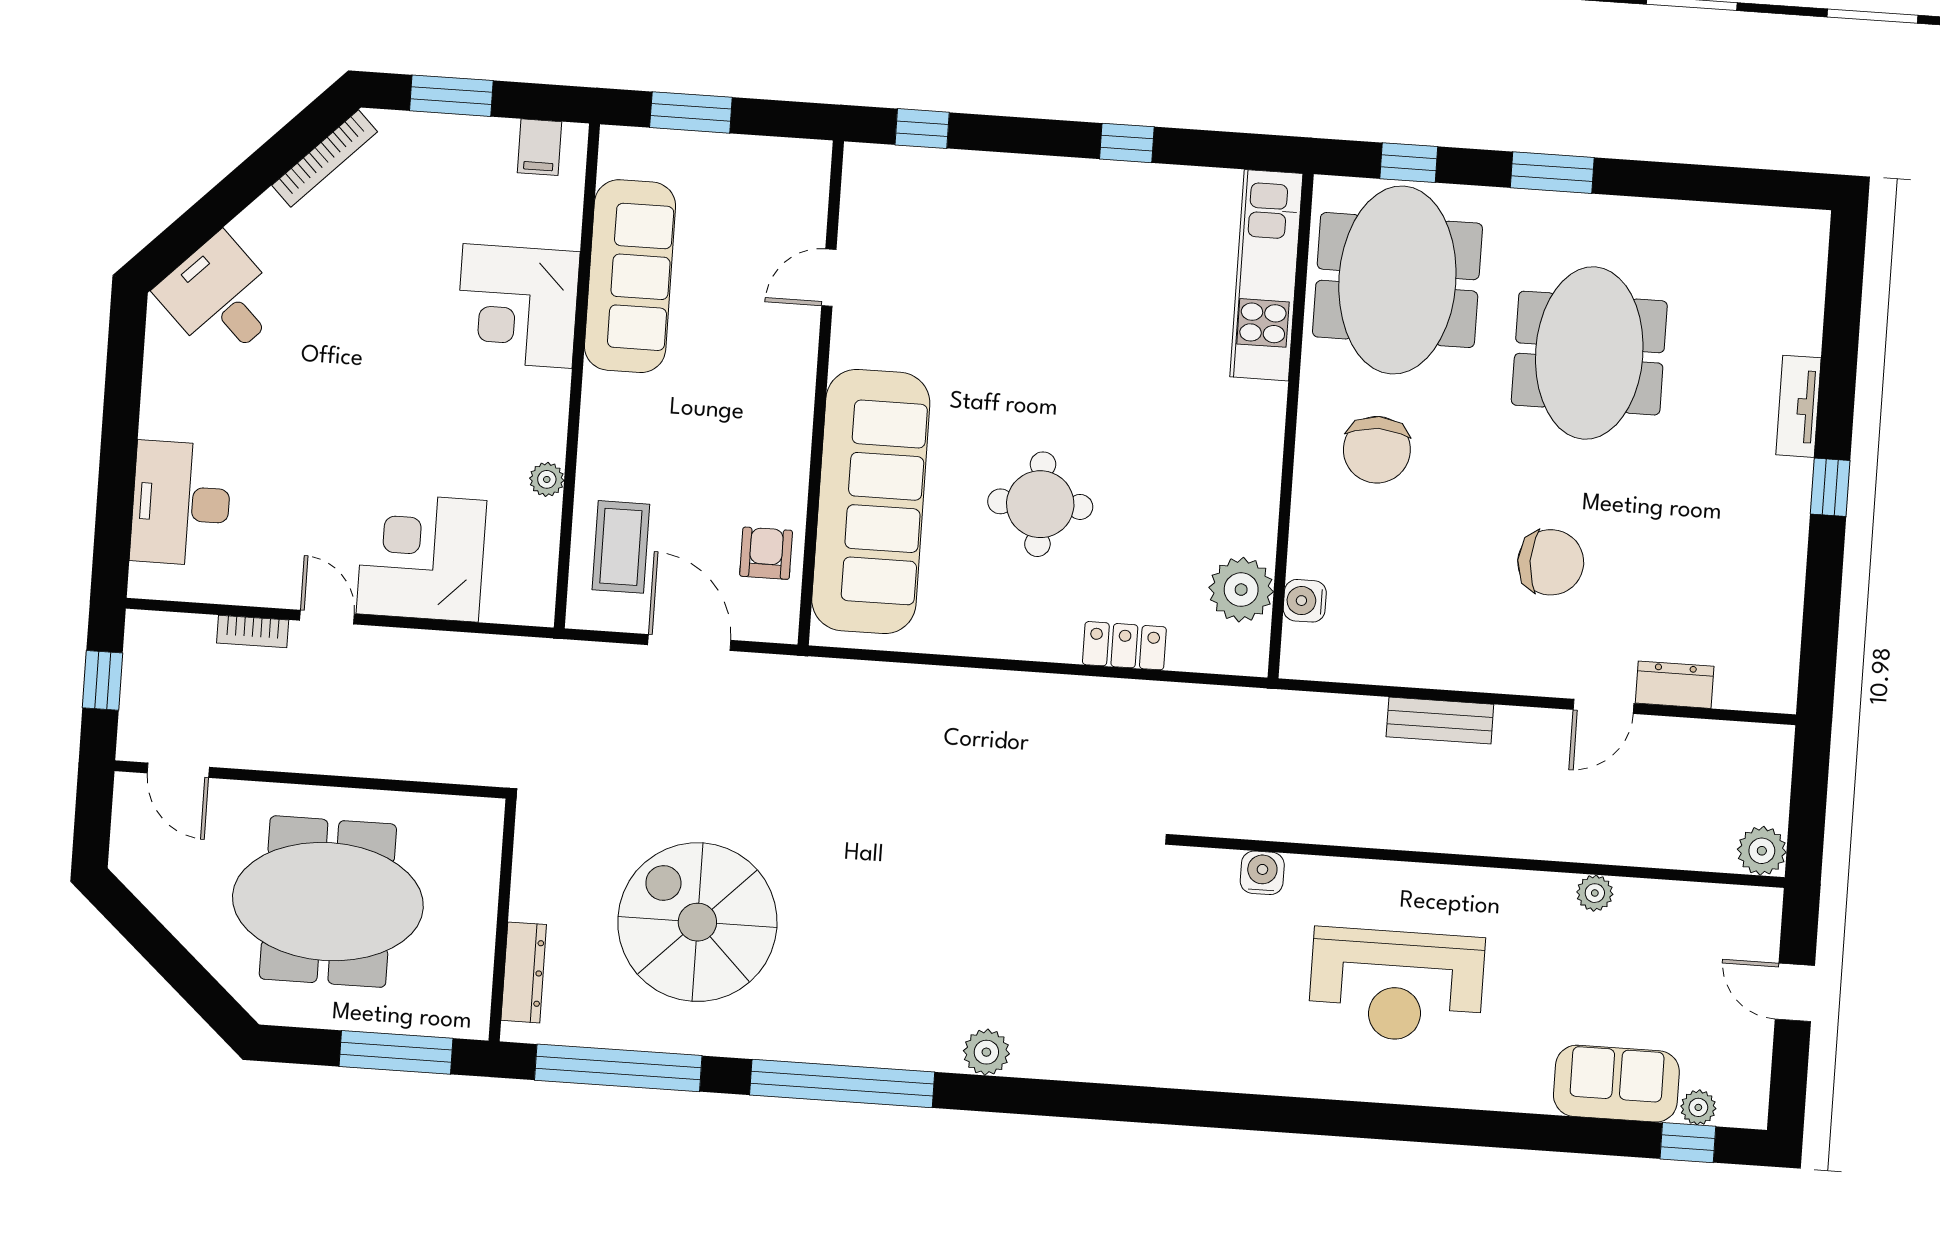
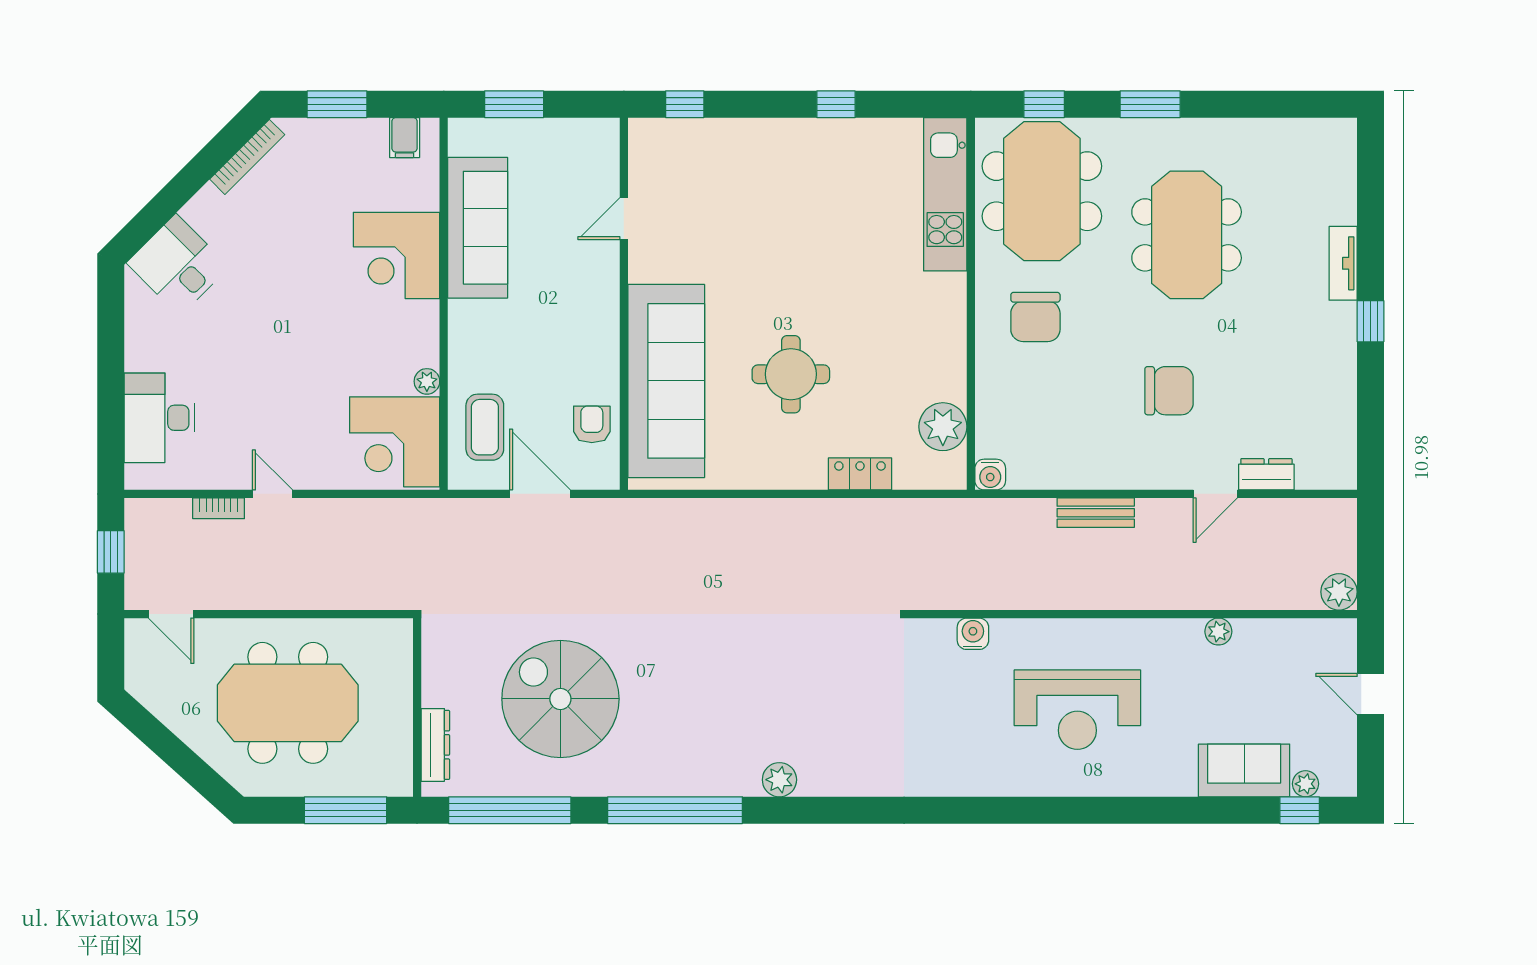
corner desk: (421, 557) -> (395, 442), moved, turned -90
water cooler: (1305, 601) -> (990, 475), moved, turned -90

